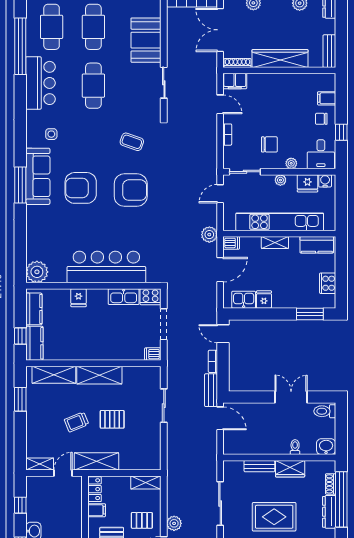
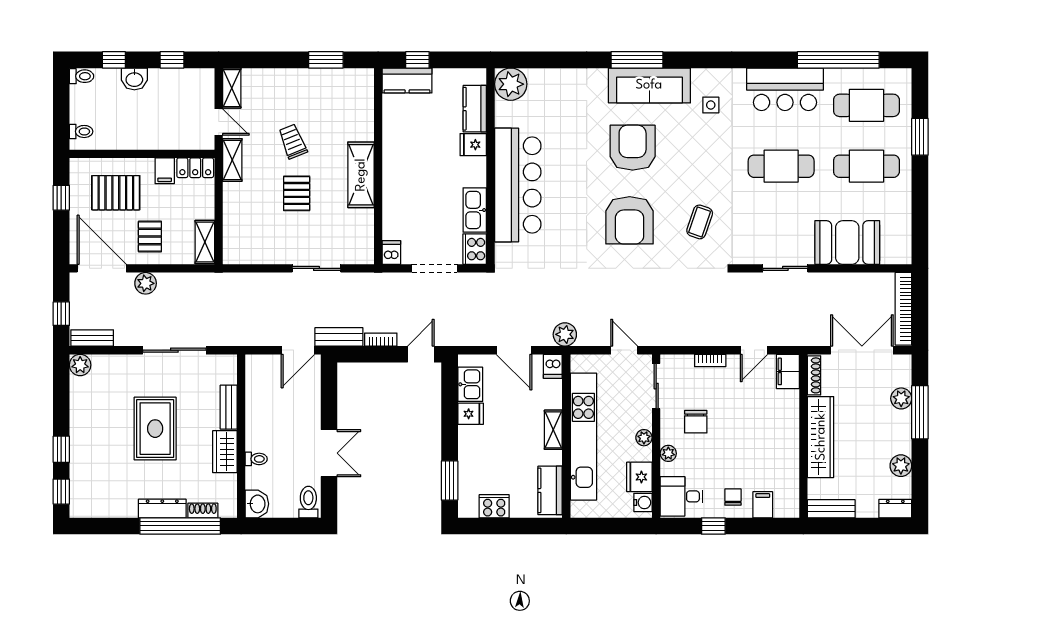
kitchen counter: (34, 309) -> (475, 109), moved, turned 90
shelving: (54, 375) -> (361, 109), removed
shelving: (96, 461) -> (232, 160), width x0.67, depth x0.75

